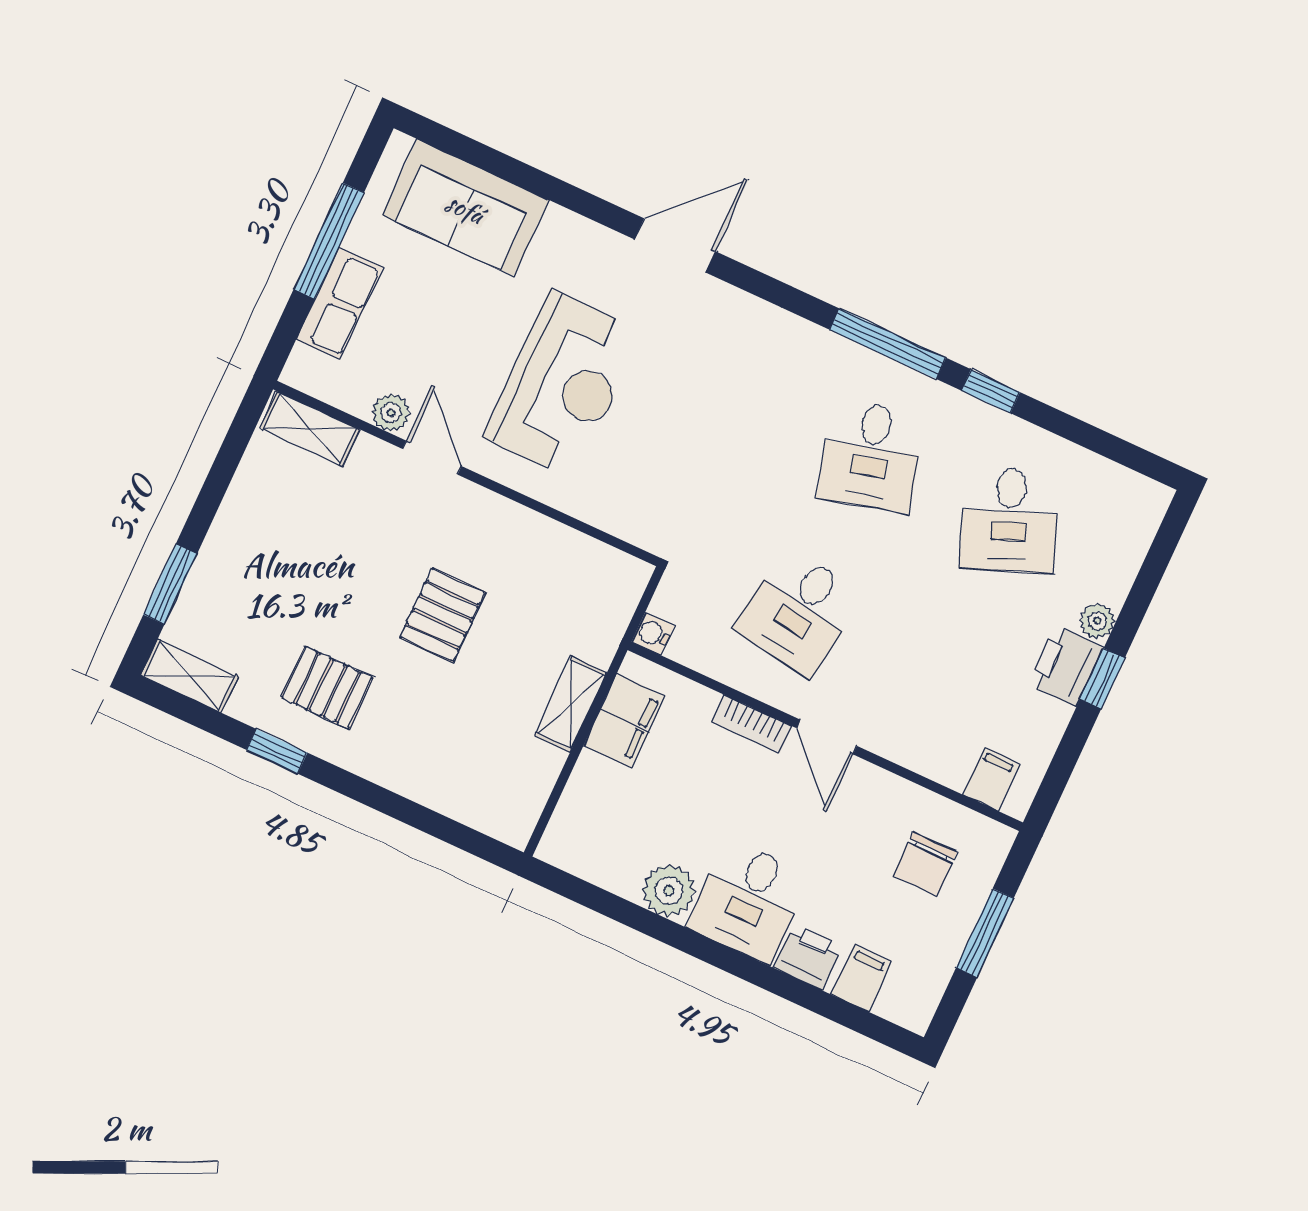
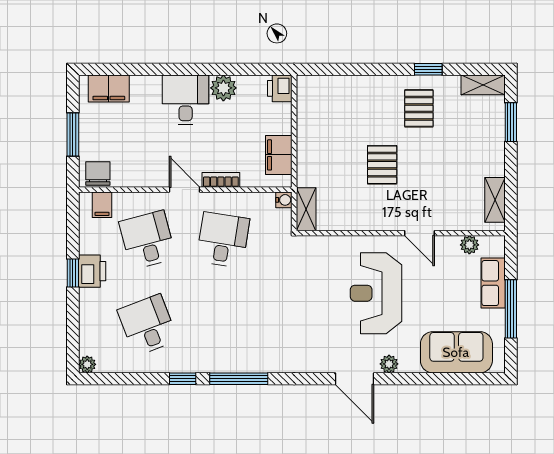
plant: (599, 243) -> (389, 364), added
door: (675, 245) -> (355, 379), hinge flipped
plant: (391, 413) -> (469, 245), moved
shelving: (310, 429) -> (495, 200), moved, turned 90
desk: (871, 456) -> (148, 240), moved
plant: (1097, 621) -> (87, 364), moved
pallet: (327, 688) -> (419, 108), turned 90
shelving: (571, 704) -> (306, 209), moved
chair: (925, 864) -> (98, 174), moved
printer: (808, 957) -> (280, 88), moved, turned 90
filing cabinet: (861, 978) -> (109, 89), width x2.00

